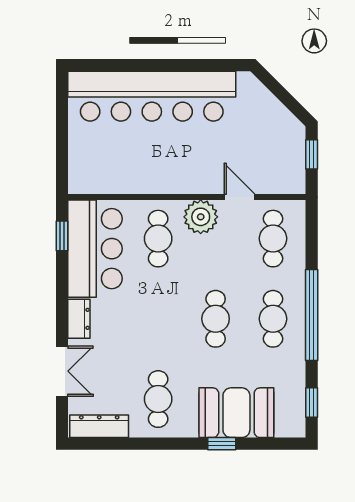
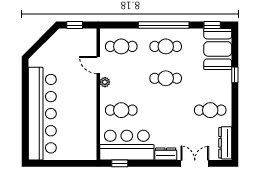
door: (240, 197) -> (98, 65), hinge flipped
plant: (201, 217) -> (105, 82), width x0.53, depth x0.53
booth: (236, 413) -> (218, 49), moved

